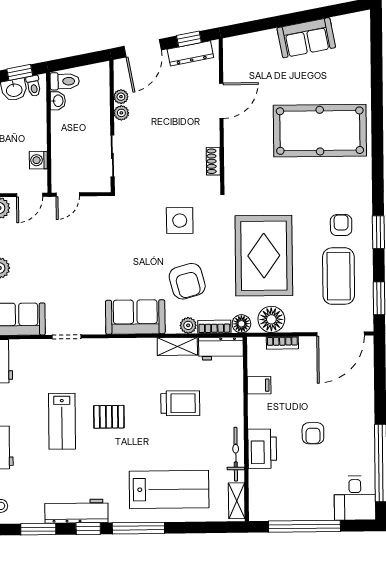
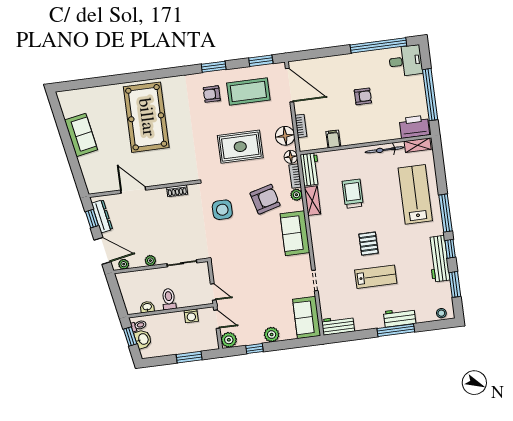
toilet: (65, 81) -> (169, 299), moved
plant: (121, 97) -> (124, 264), moved
rug: (264, 256) -> (240, 147), width x0.73, depth x0.69
printer: (262, 449) -> (414, 127), moved

